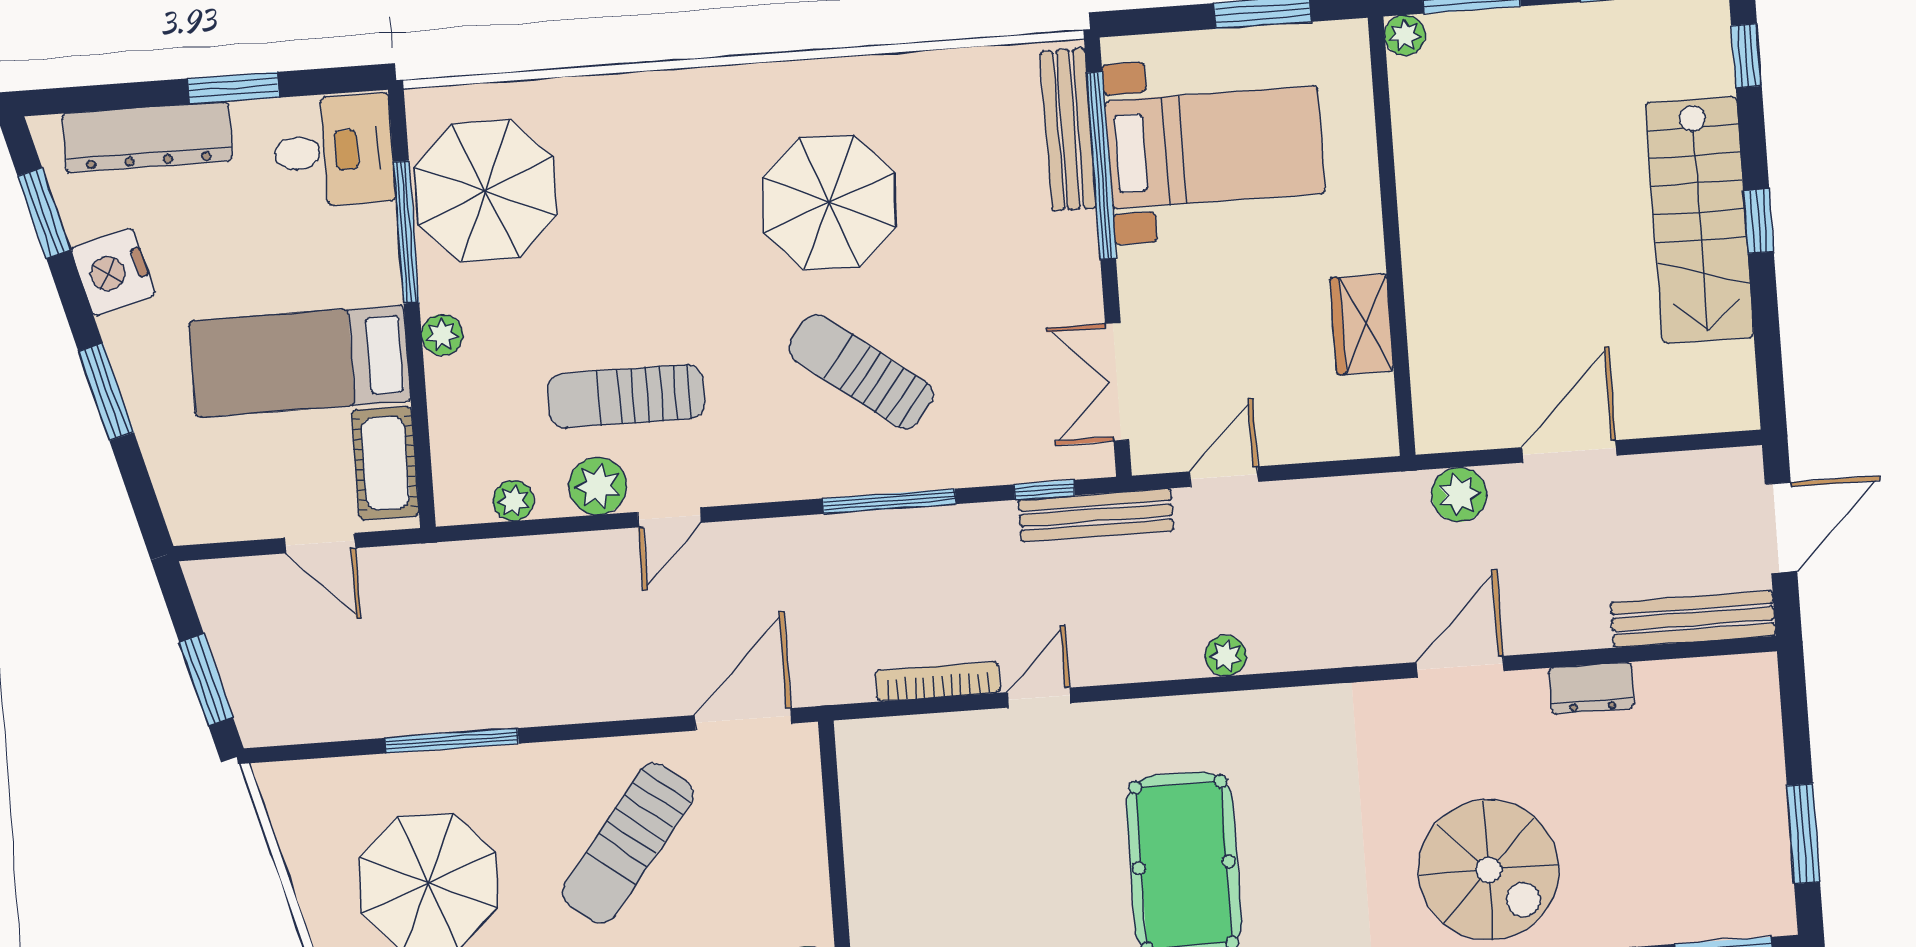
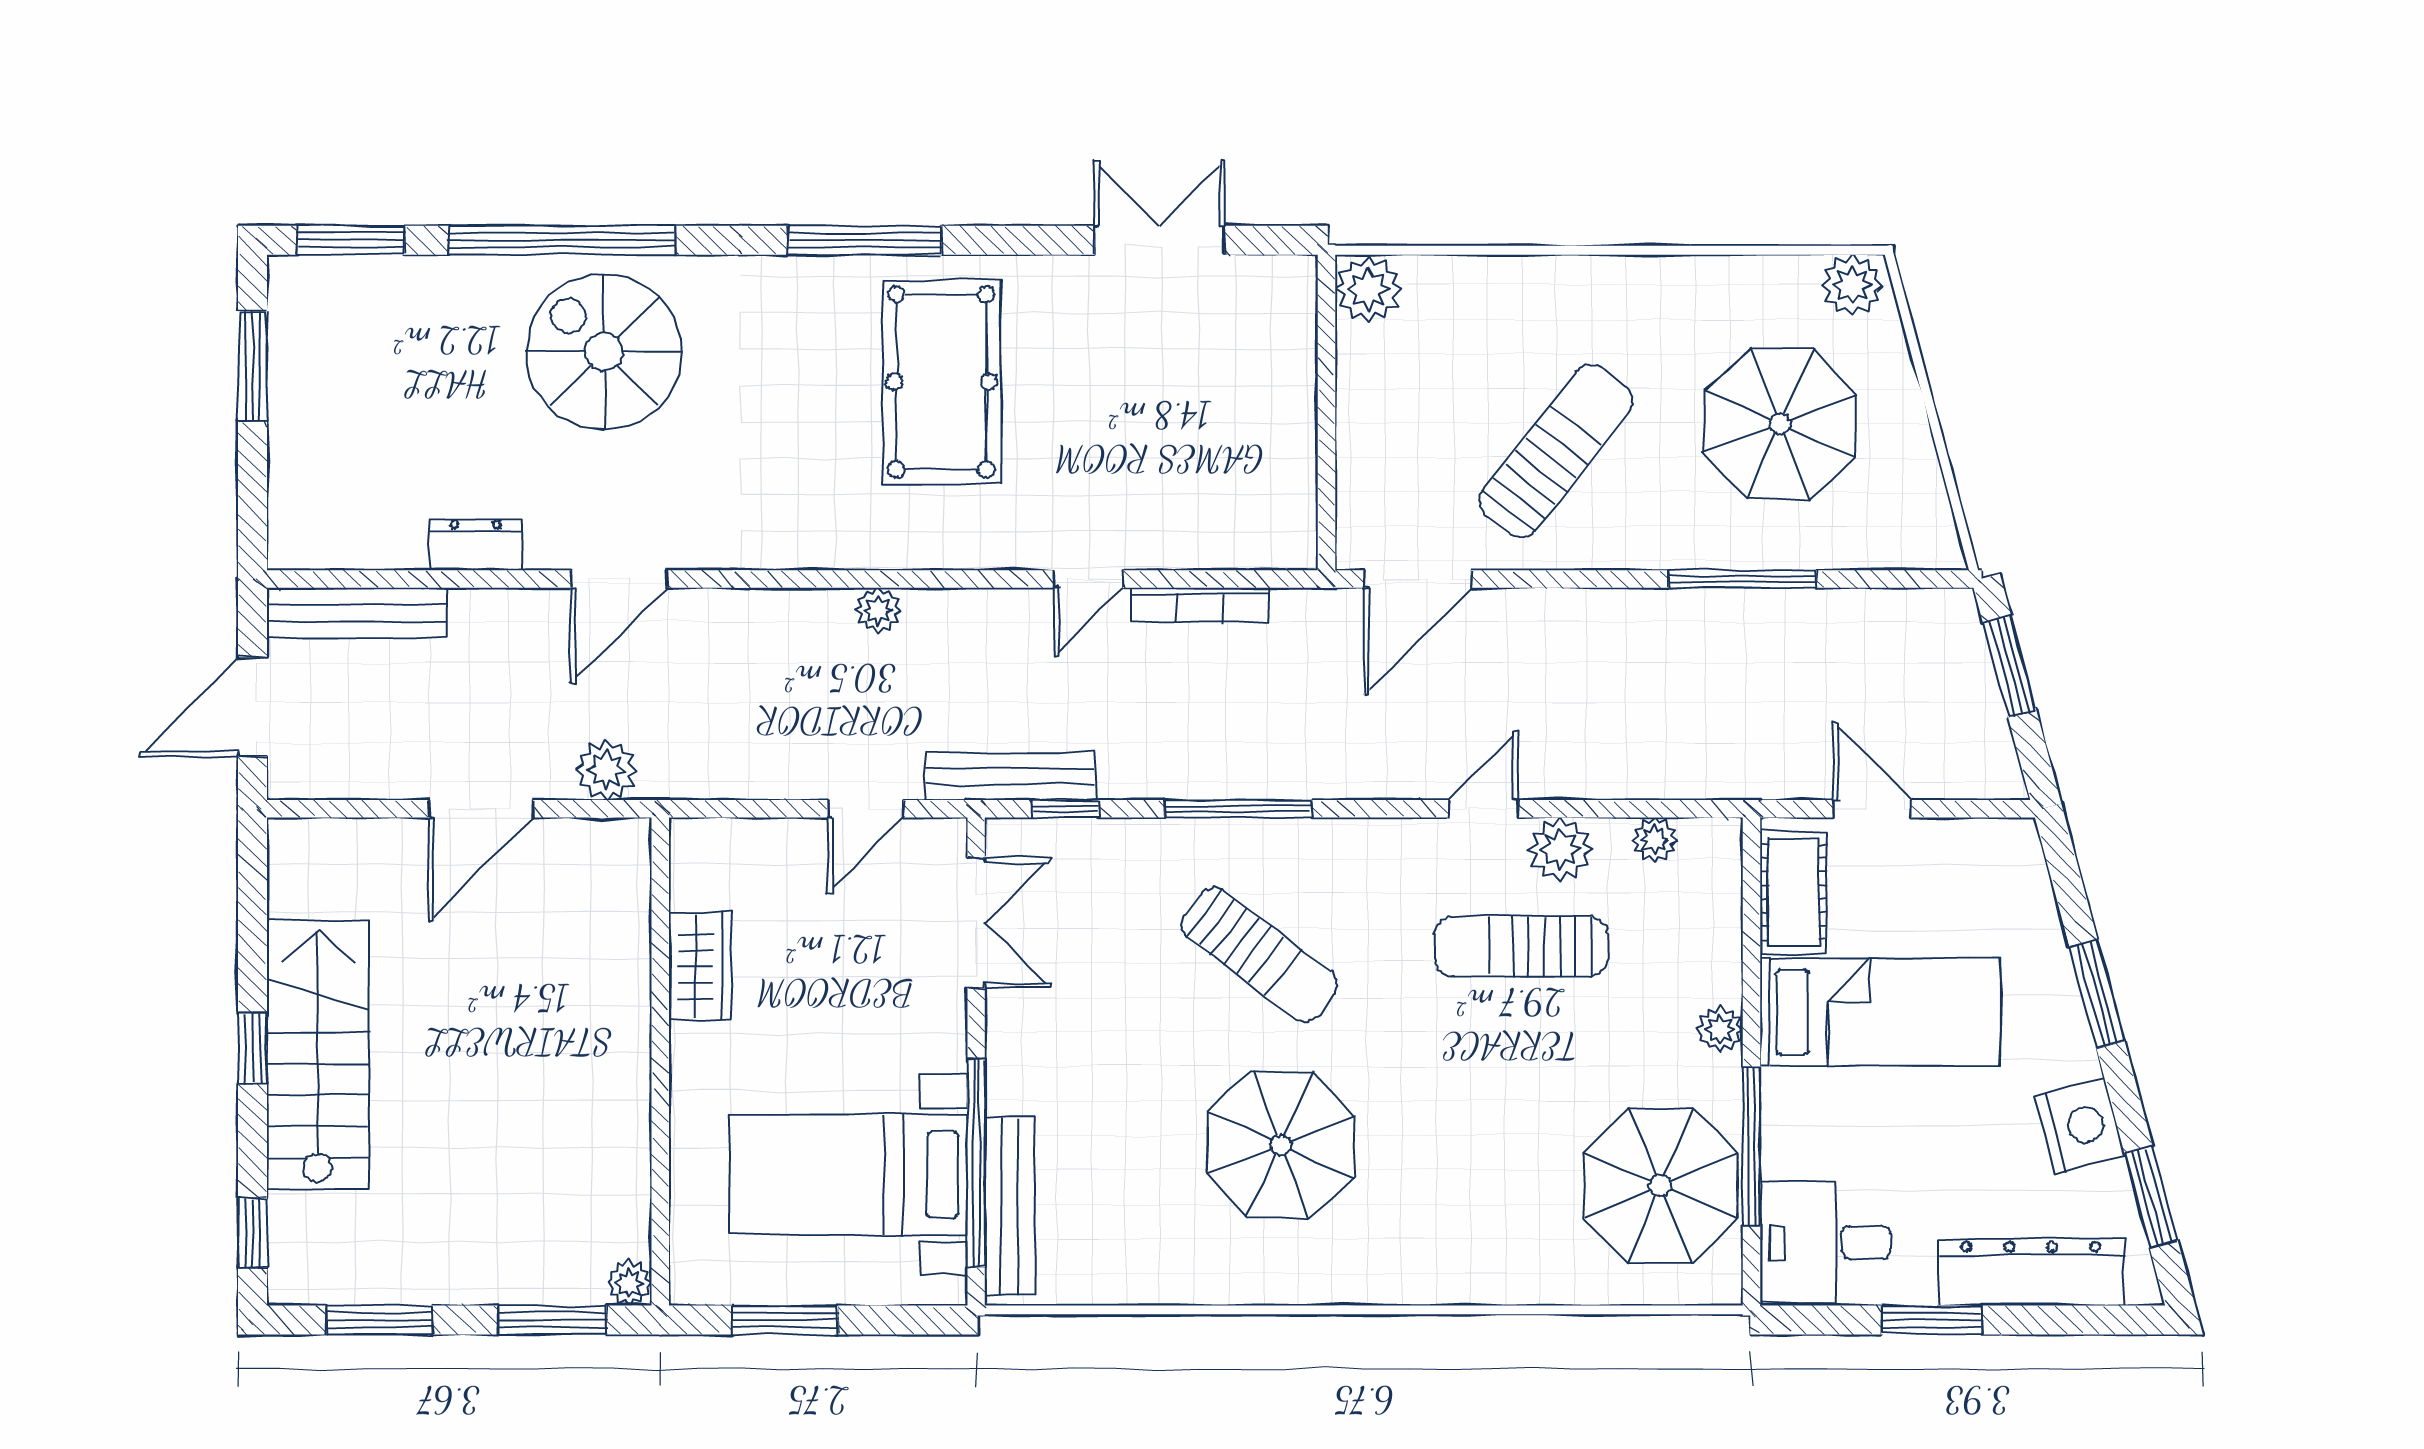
sun lounger: (626, 396) -> (1521, 947), turned 180

